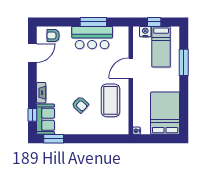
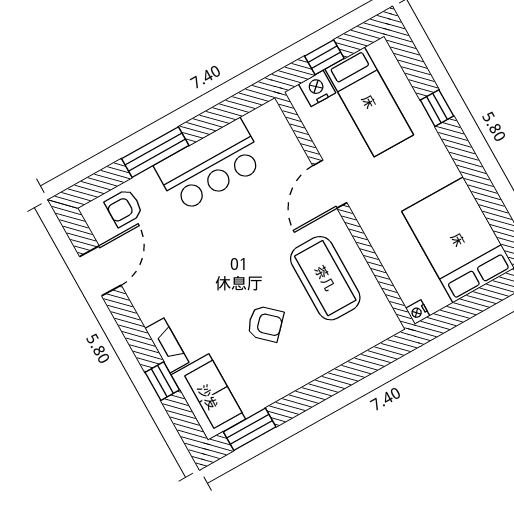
window: (93, 22) -> (155, 152), moved
window: (184, 62) -> (437, 108), width x0.46
window: (32, 115) -> (162, 381), moved

